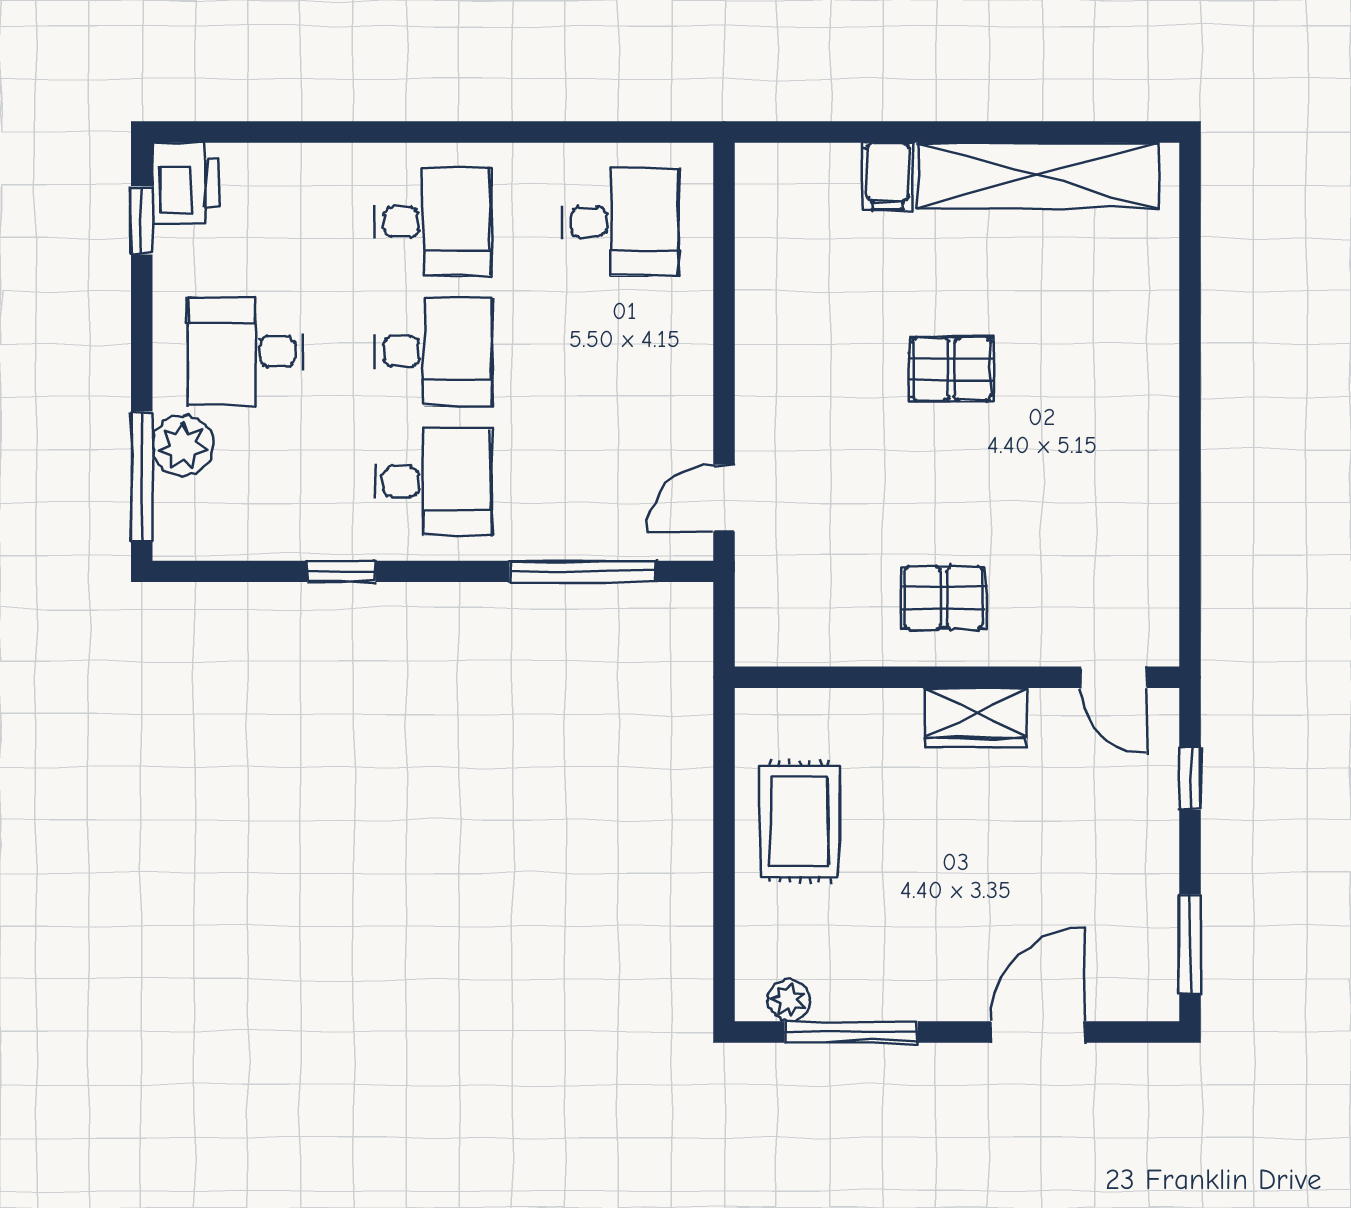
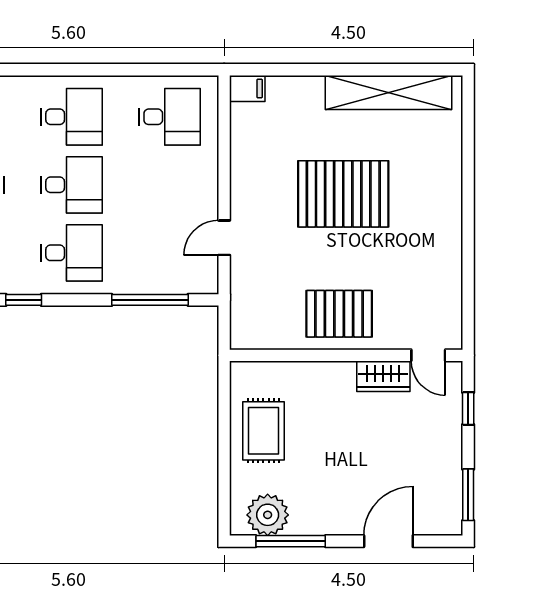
filing cabinet: (888, 176) -> (247, 88), moved, turned -90
pallet: (952, 369) -> (343, 194), width x2.05, depth x2.00
door: (724, 498) -> (224, 238), moved
pallet: (944, 598) -> (339, 314), width x1.50, depth x1.42
wardrobe: (976, 717) -> (383, 376), moved
plant: (789, 1000) -> (268, 515), width x1.87, depth x1.87

